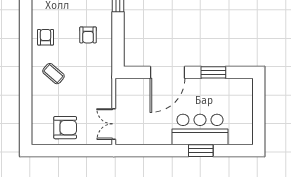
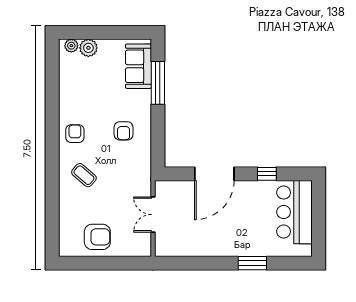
window: (213, 72) -> (267, 174), width x0.67
double door: (114, 124) -> (153, 215), moved
bar counter: (200, 129) -> (295, 212), moved, turned -90

